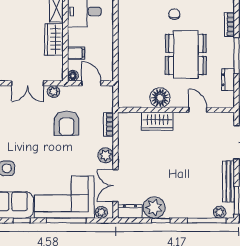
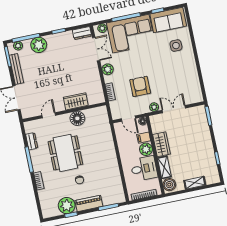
plant: (76, 37) -> (146, 149), added
door: (198, 110) -> (49, 115), swing flipped
plant: (154, 208) -> (39, 45), moved

